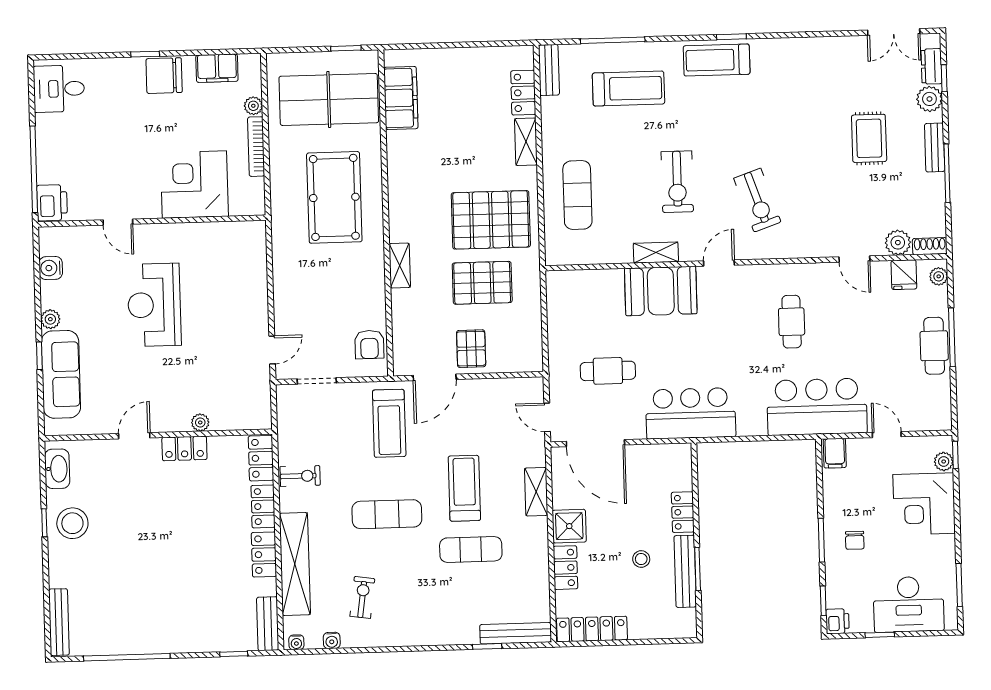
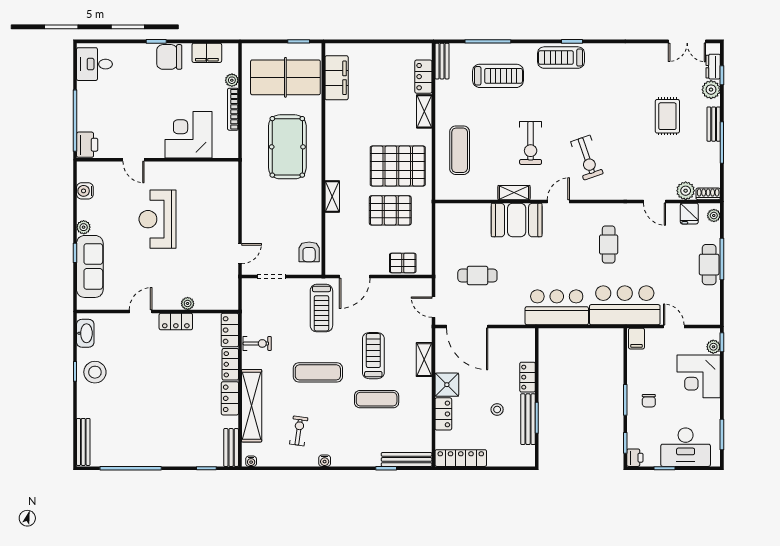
pallet: (471, 349) -> (403, 263), moved, turned 90
bar counter: (691, 413) -> (557, 307), moved
water cooler: (332, 640) -> (325, 461), moved

